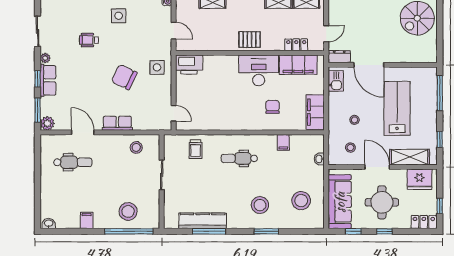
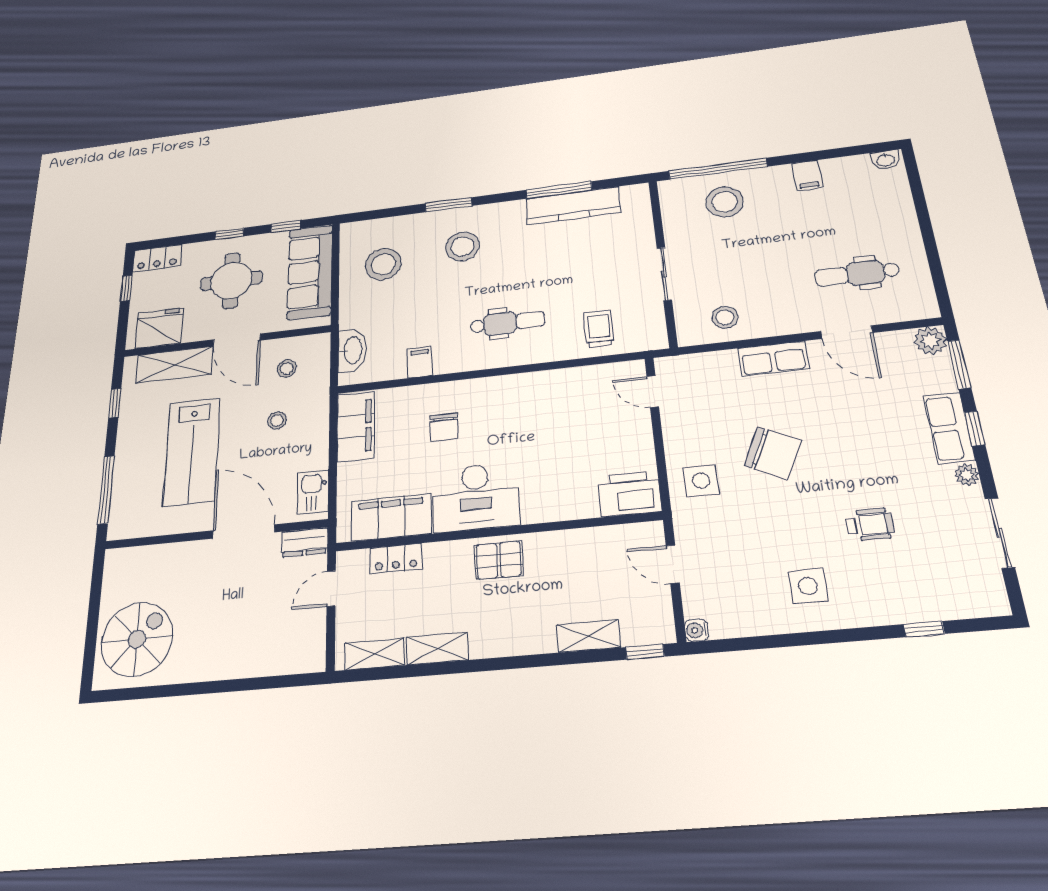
washbasin: (319, 159) -> (352, 350), width x1.91, depth x1.45

